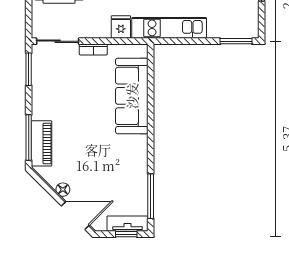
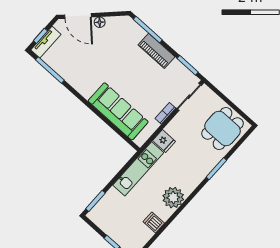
piano: (42, 143) -> (157, 51), moved
door: (75, 216) -> (78, 16), hinge flipped

